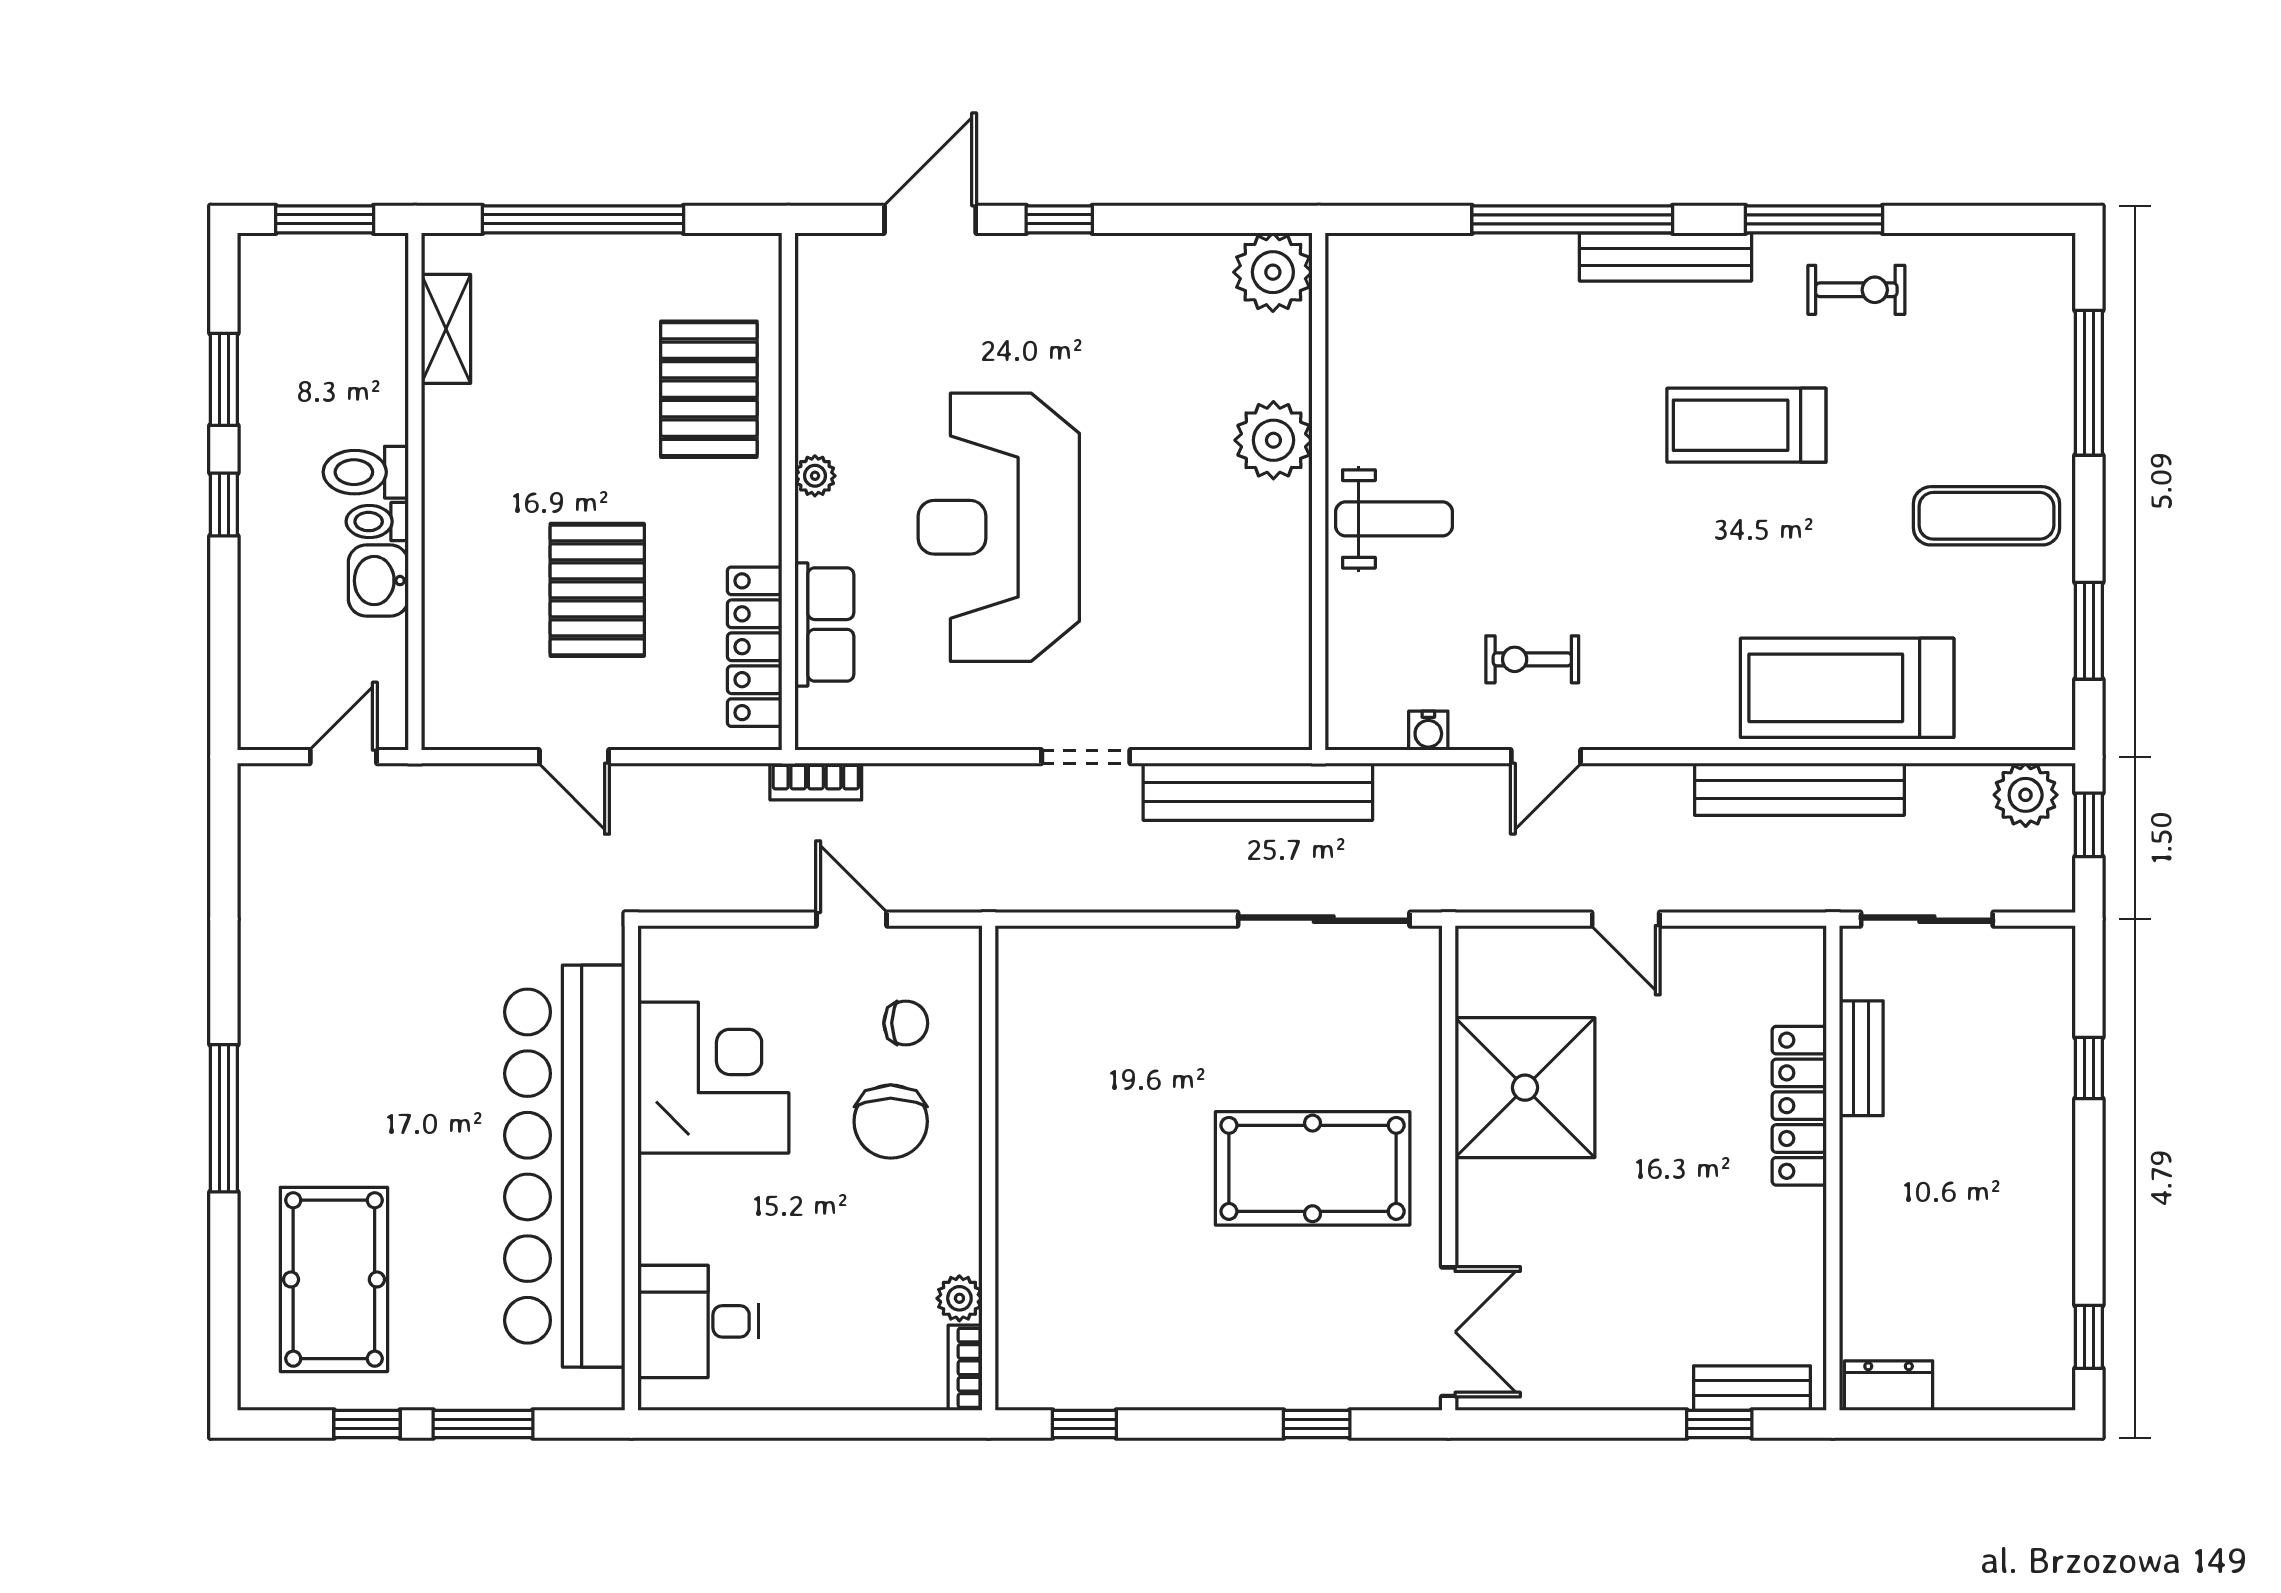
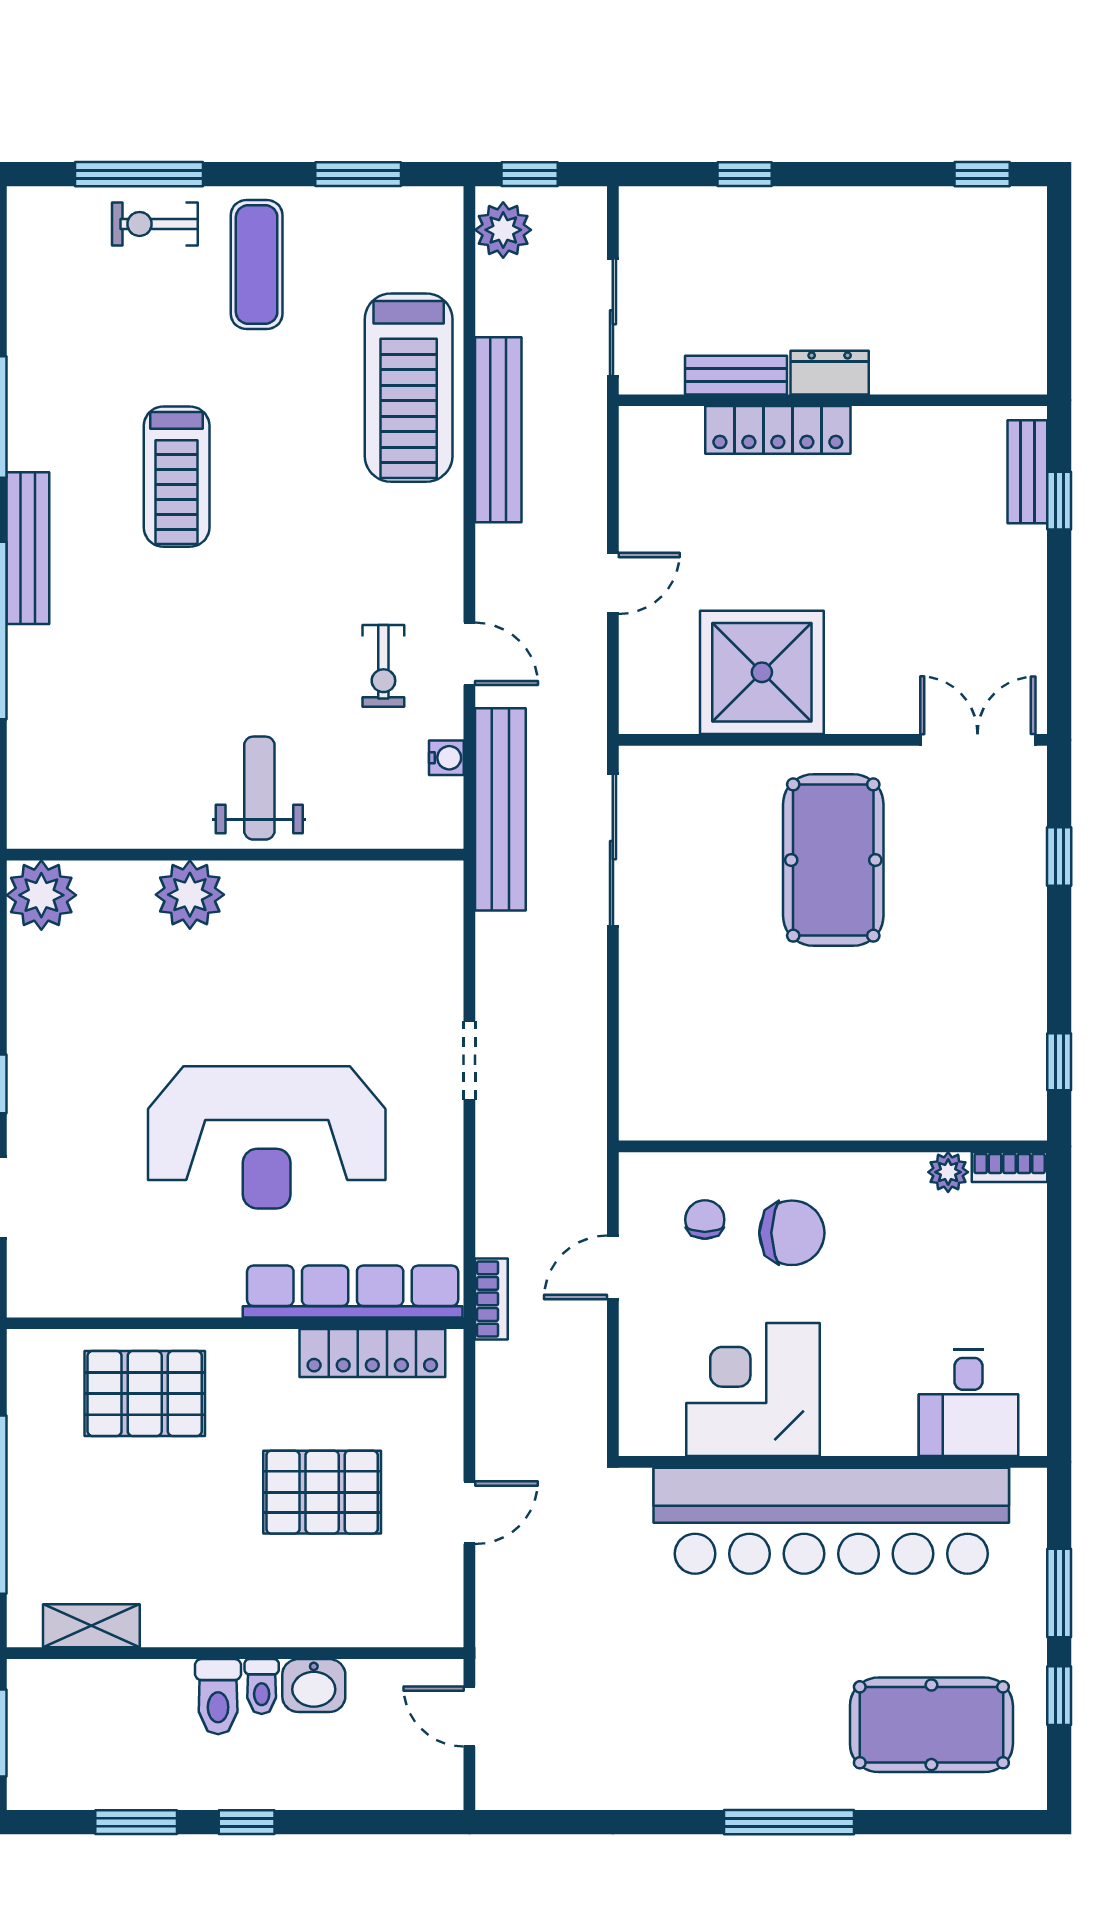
exercise bike: (1856, 290) -> (155, 224), moved, turned -90
plant: (815, 476) -> (221, 1300), removed
row of seats: (824, 624) -> (353, 1291), width x2.02
bench: (1258, 792) -> (500, 809), moved
dresser: (1889, 1386) -> (830, 373), moved, turned 90

